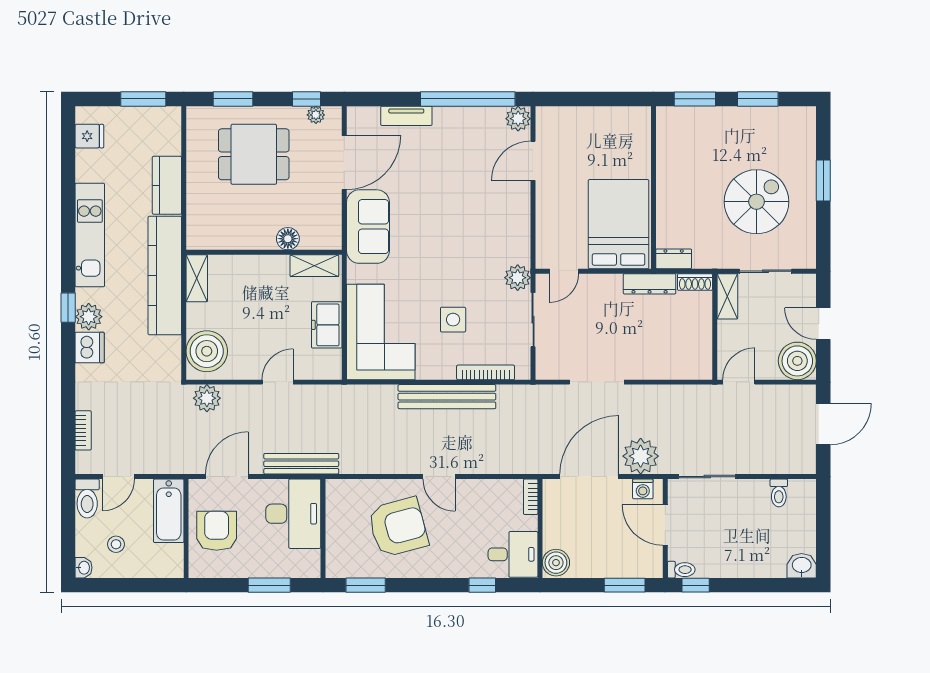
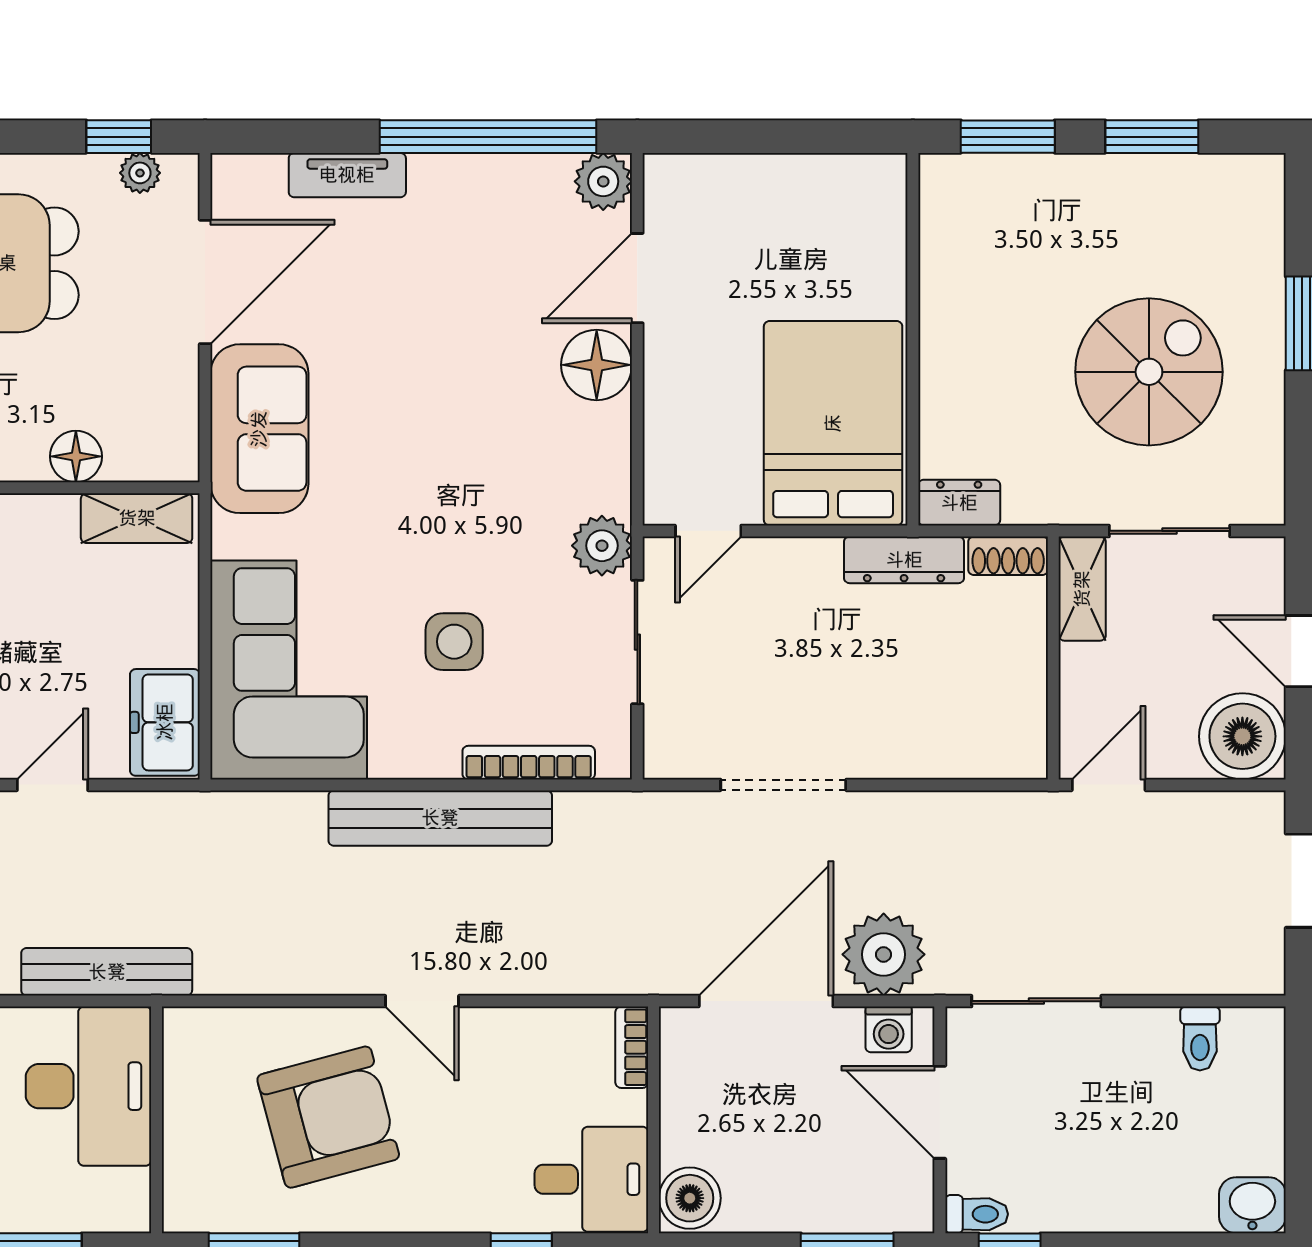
floor lamp: (515, 199) -> (597, 365), added
freezer: (327, 325) -> (165, 722), moved

